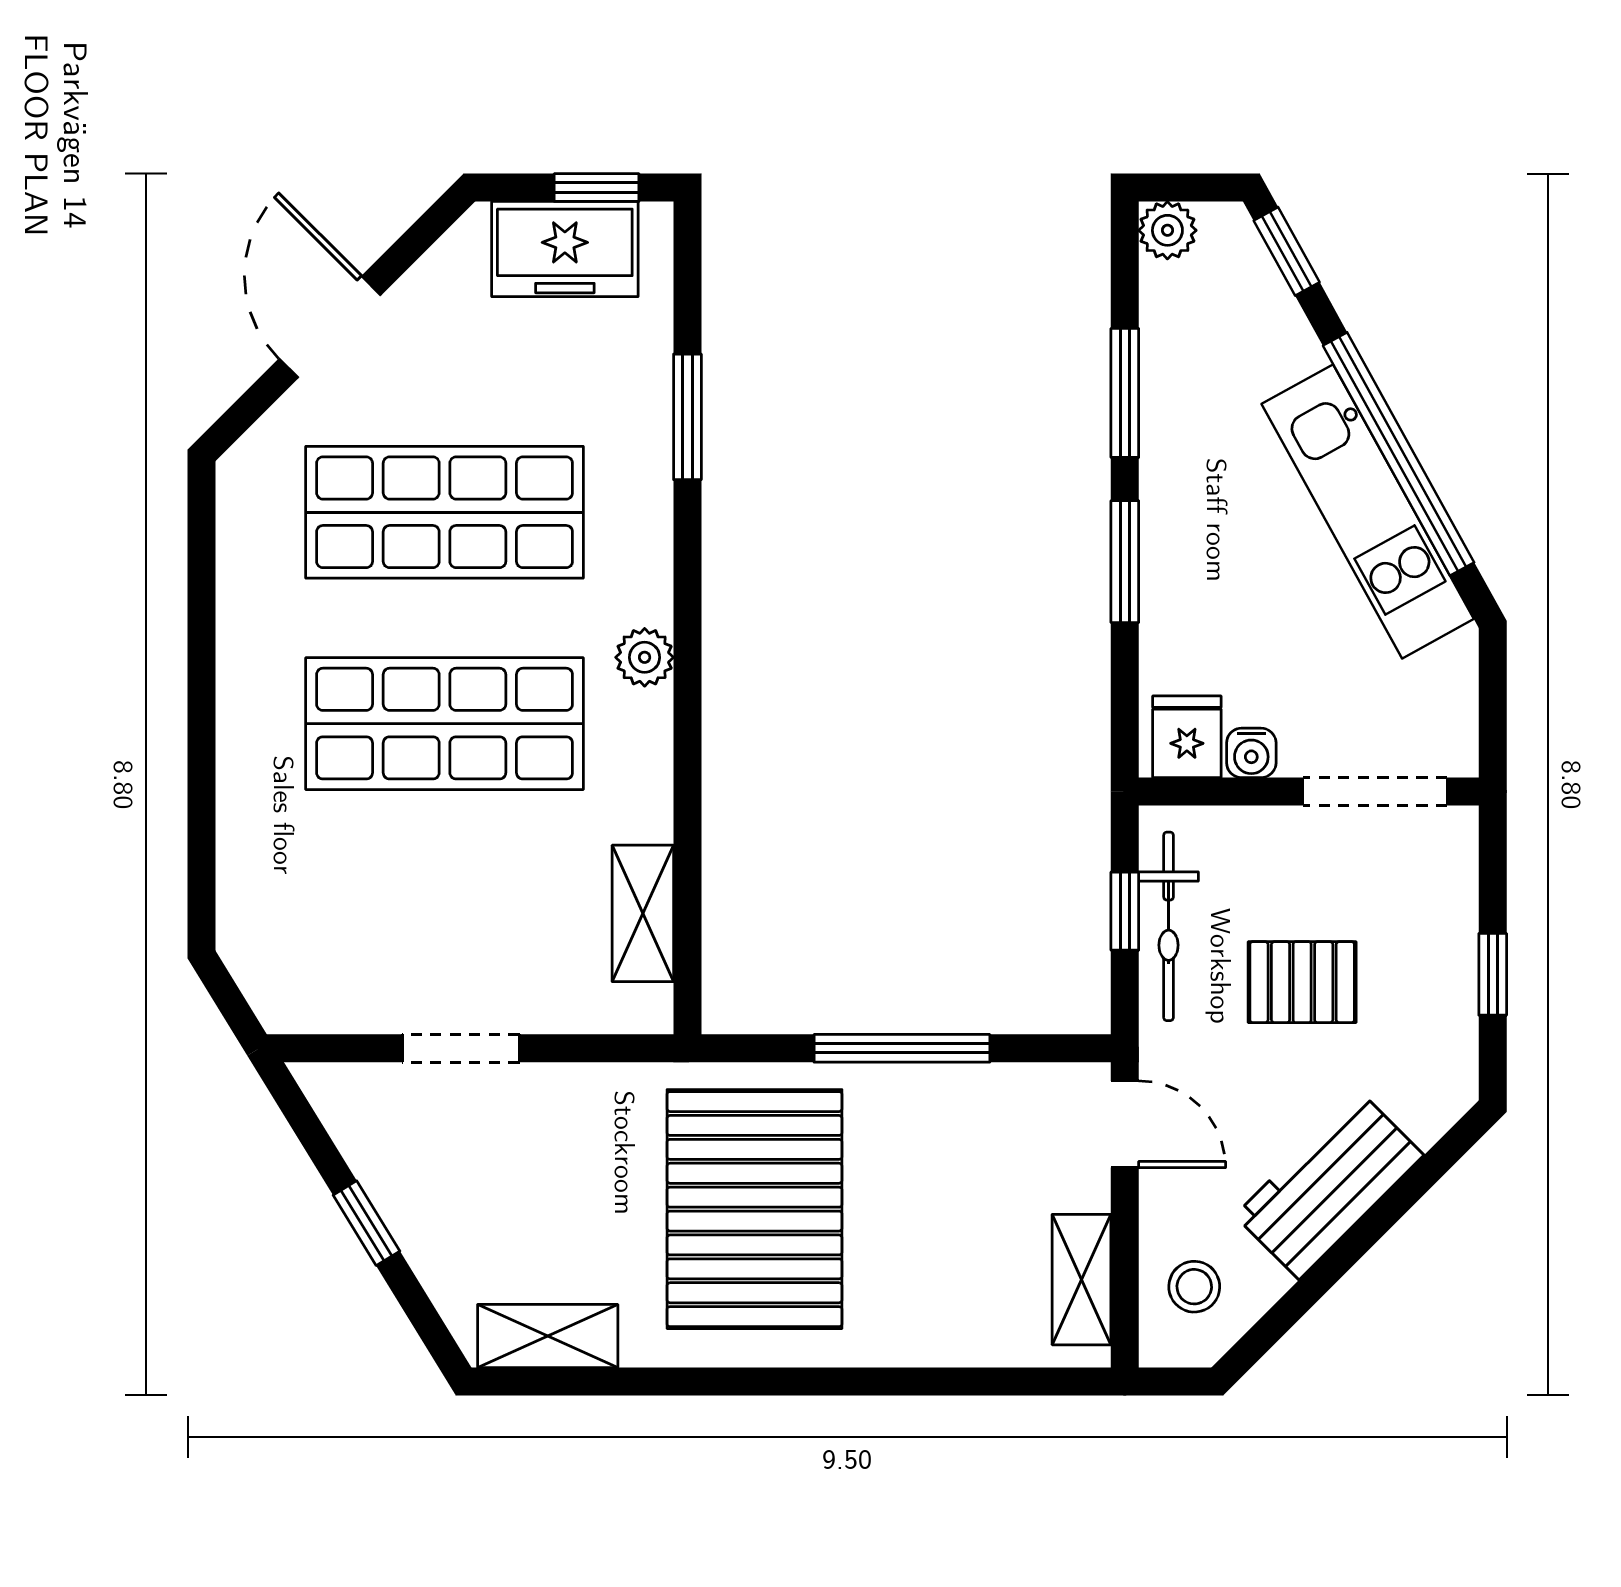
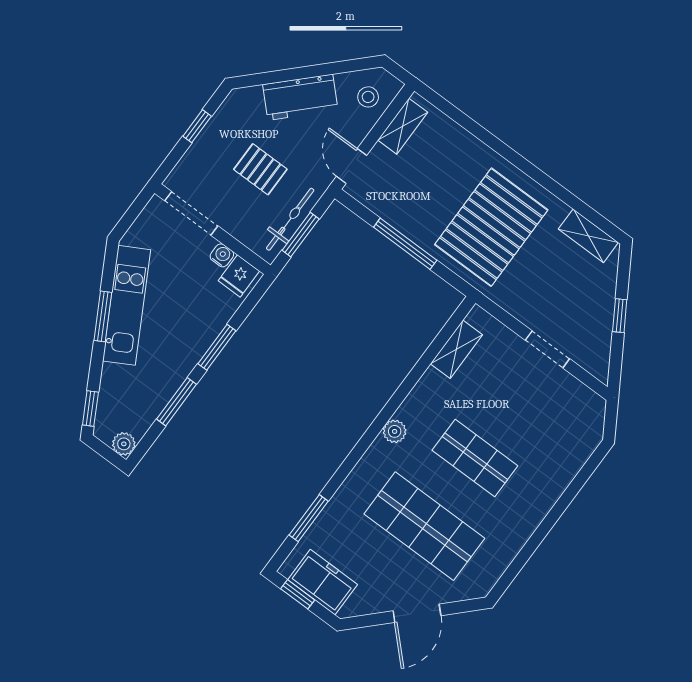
window: (687, 417) -> (309, 518), moved
window: (1399, 454) -> (103, 316), width x0.47
shop shelf: (445, 724) -> (475, 458), width x0.70, depth x0.74
window: (1125, 911) -> (301, 235), width x1.50

